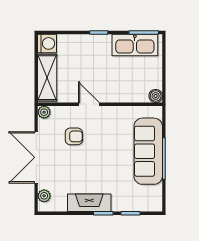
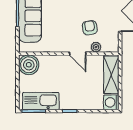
boiler: (156, 96) -> (29, 65), width x1.86, depth x1.86
plant: (44, 112) -> (96, 47), moved
armchair: (74, 136) -> (90, 28), turned 81

